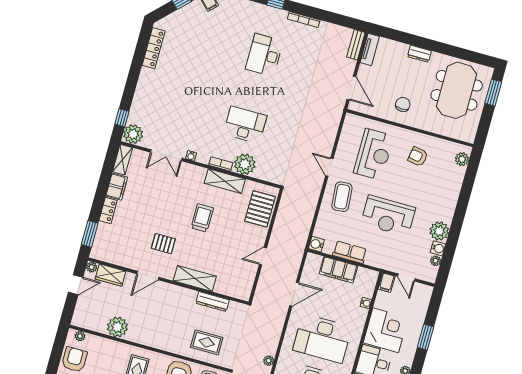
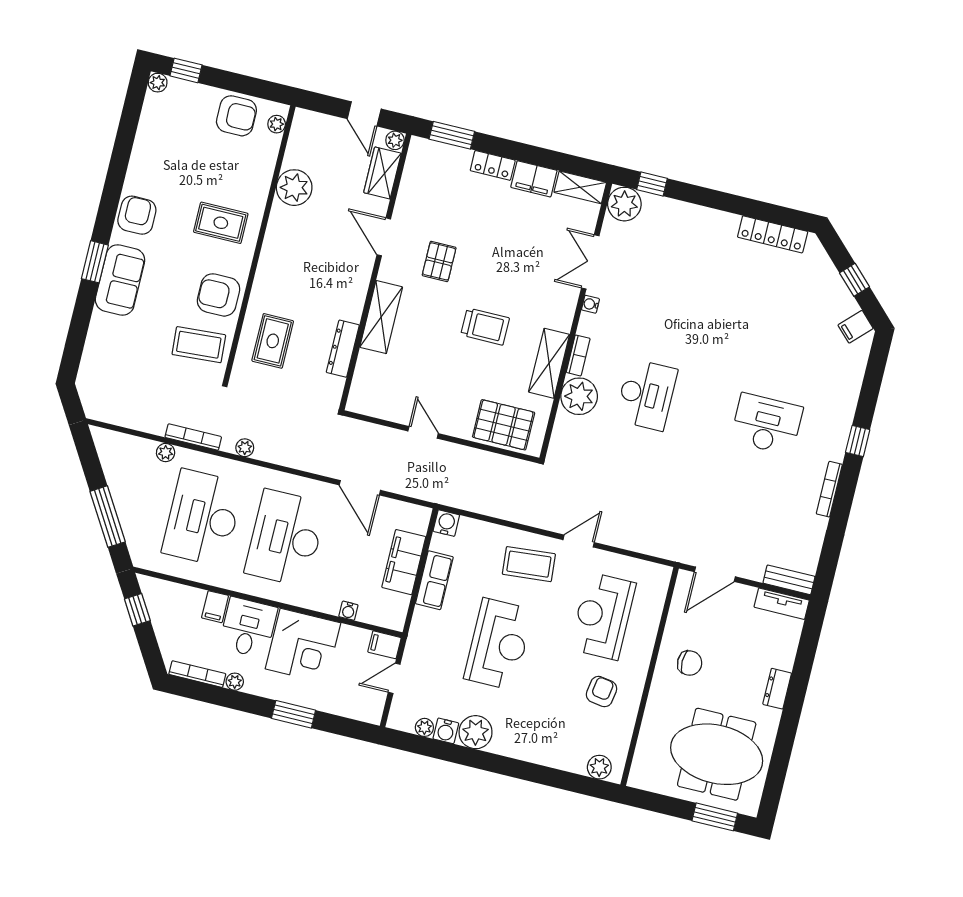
reception desk: (374, 154) -> (603, 616), turned 90
reception desk: (388, 216) -> (499, 644), turned 180

